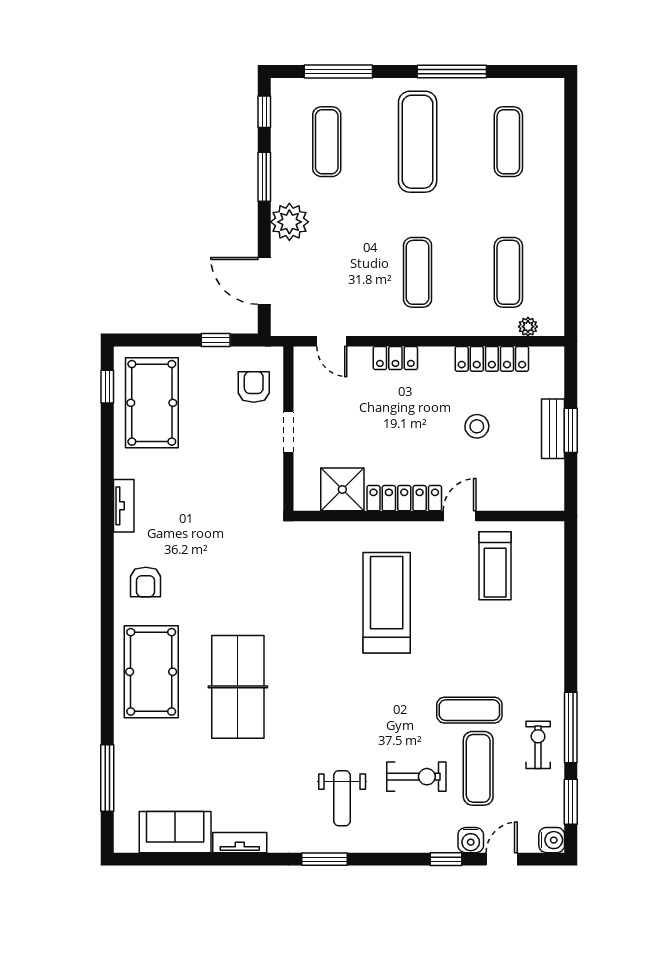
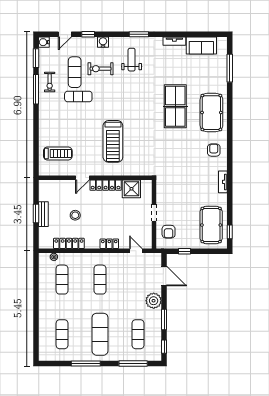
treadmill: (495, 566) -> (58, 153), moved, turned 90
water cooler: (471, 840) -> (103, 42), moved

